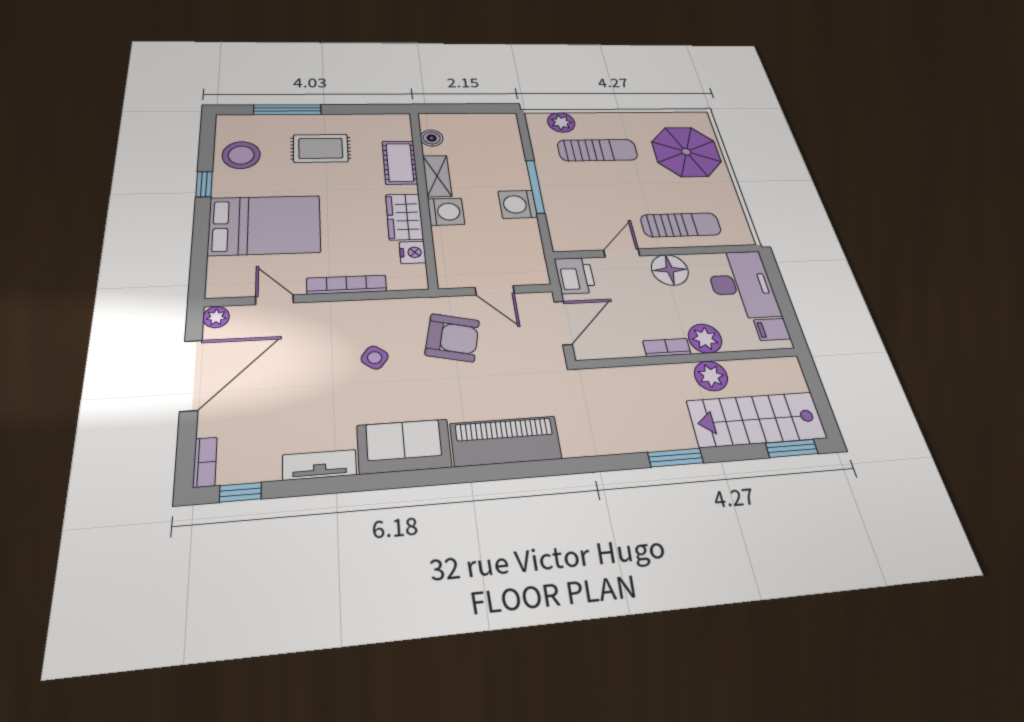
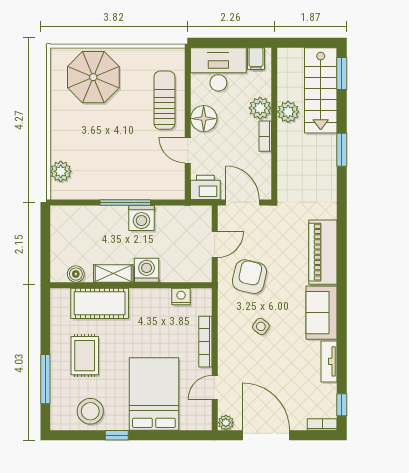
sun lounger: (598, 150) -> (90, 148), removed
cot: (400, 162) -> (100, 303), width x1.37, depth x1.34
wardrobe: (404, 217) -> (150, 300), removed

